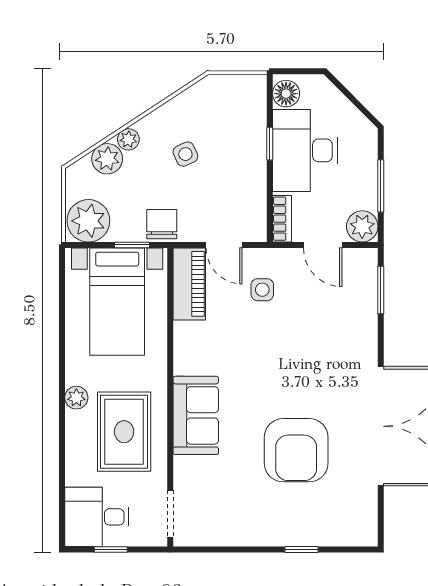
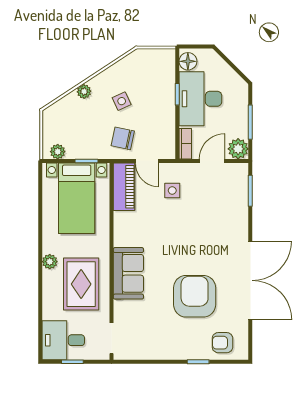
plant: (107, 159) -> (70, 104), removed
plant: (88, 221) -> (58, 152), width x0.53, depth x0.53
chair: (162, 224) -> (123, 138), moved, turned -78
door: (323, 245) -> (212, 161), swing flipped
armchair: (296, 450) -> (195, 296), turned 180
armchair: (338, 521) -> (222, 343), added

